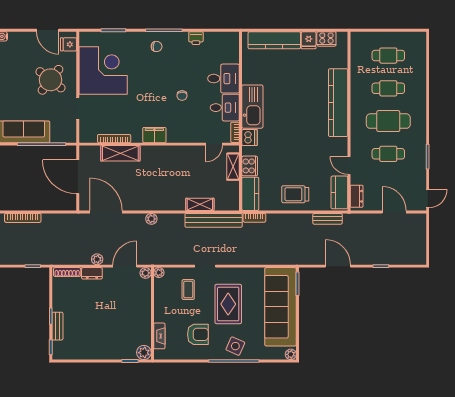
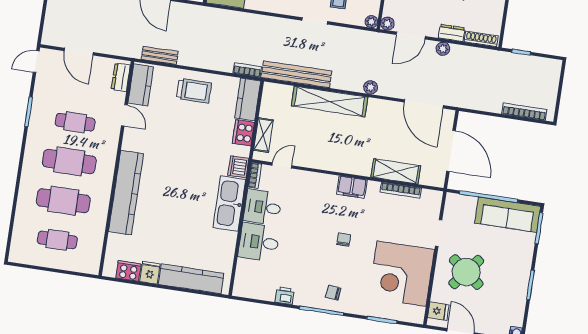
cafe table: (388, 88) -> (63, 201), width x1.37, depth x1.35
chair: (182, 96) -> (344, 240), moved
shelving: (200, 204) -> (330, 101), width x2.20, depth x1.33

